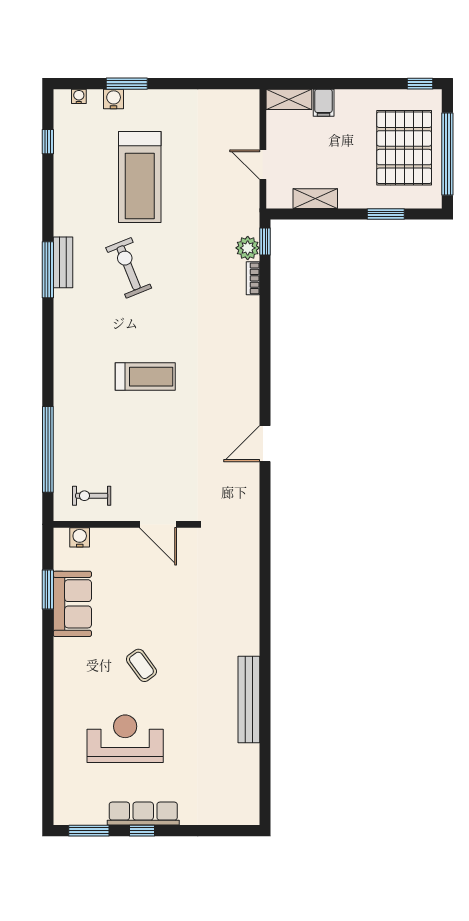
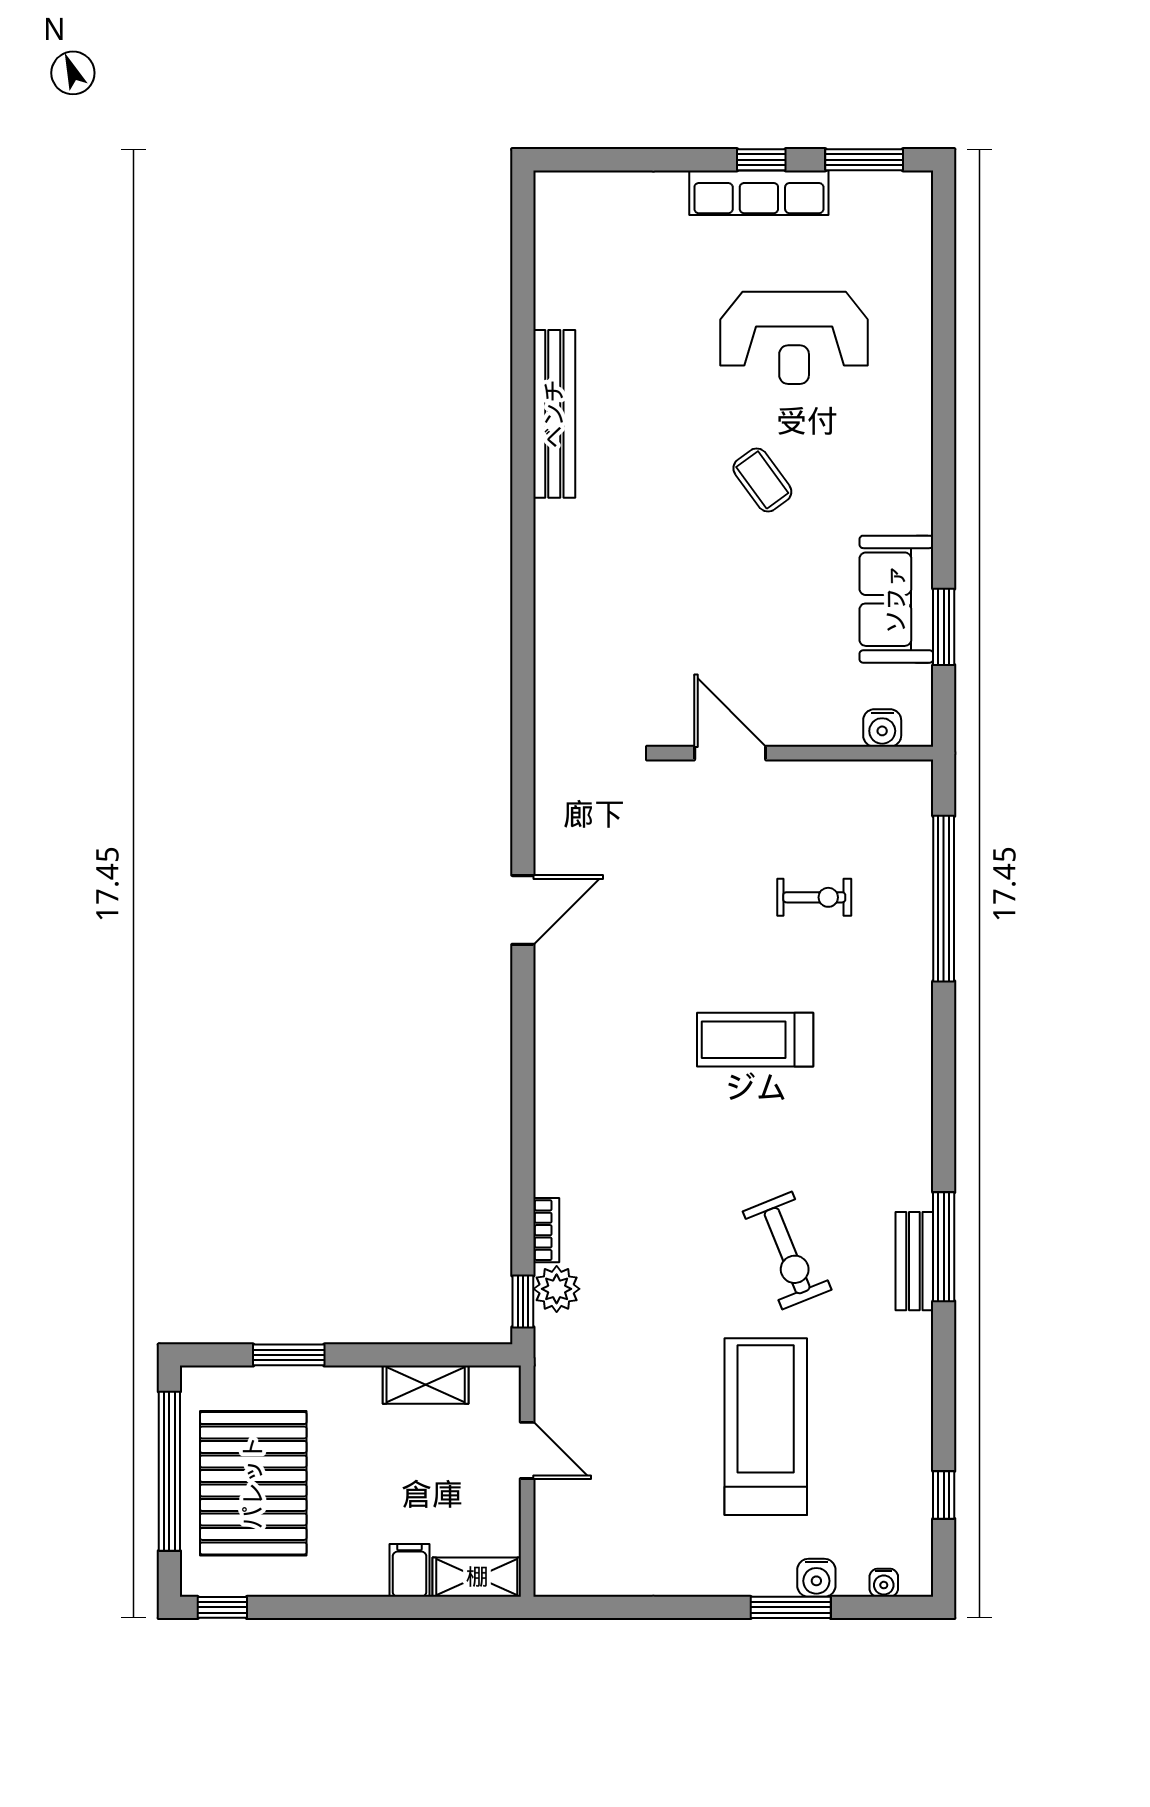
exercise bike: (92, 496) -> (814, 897), moved

